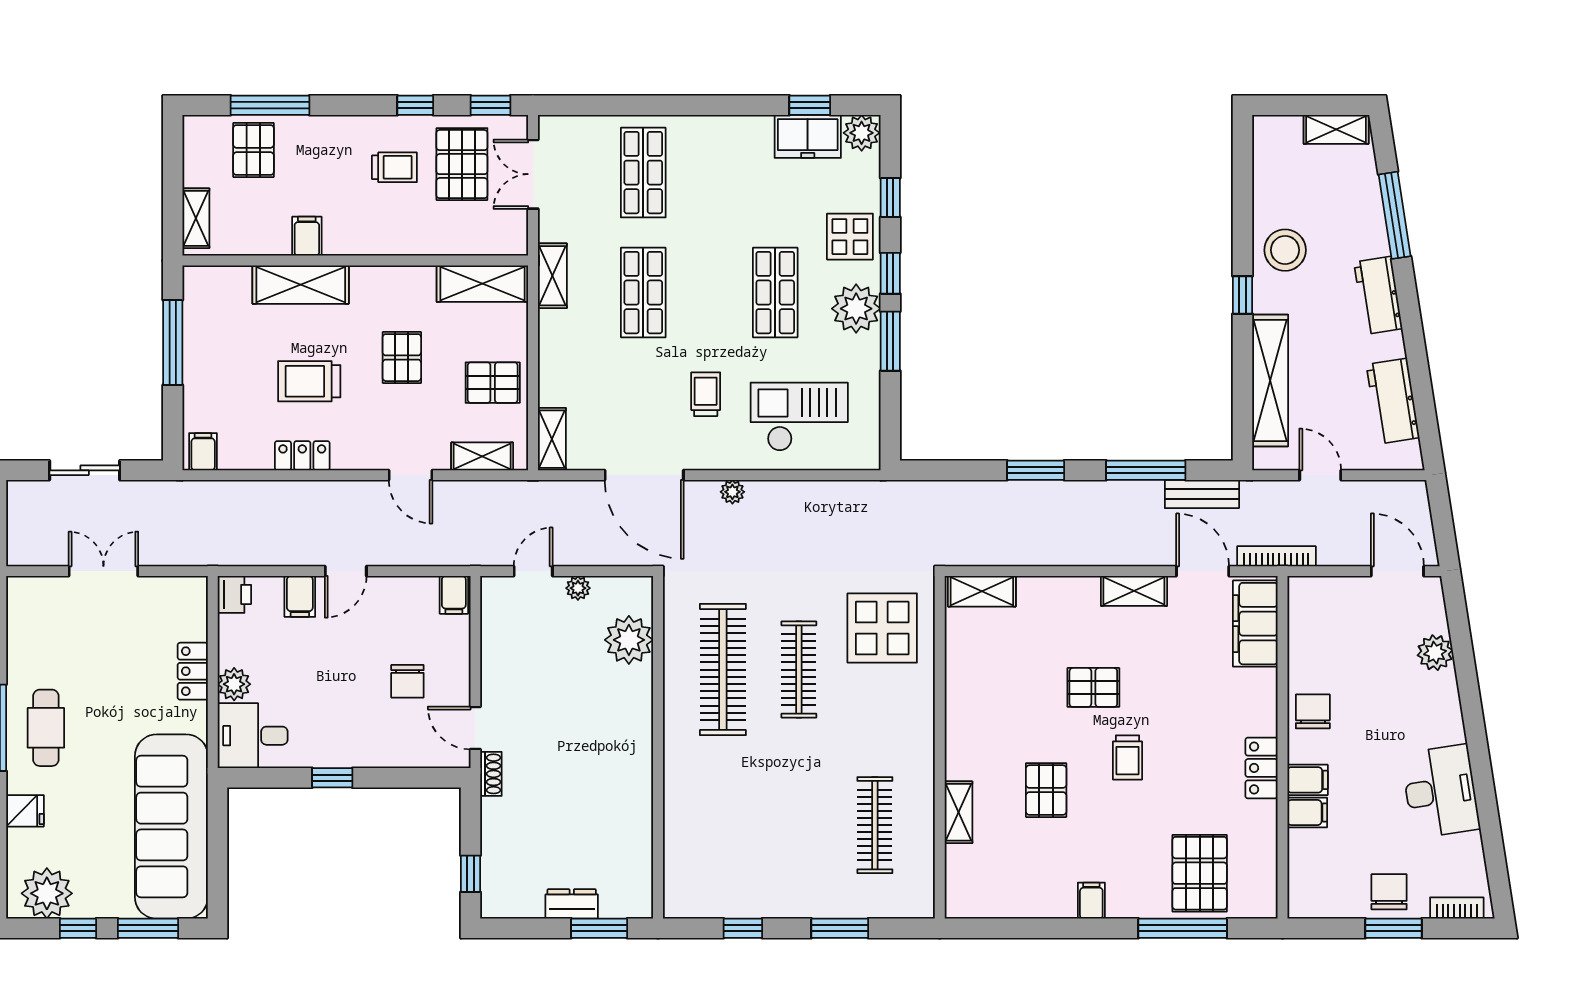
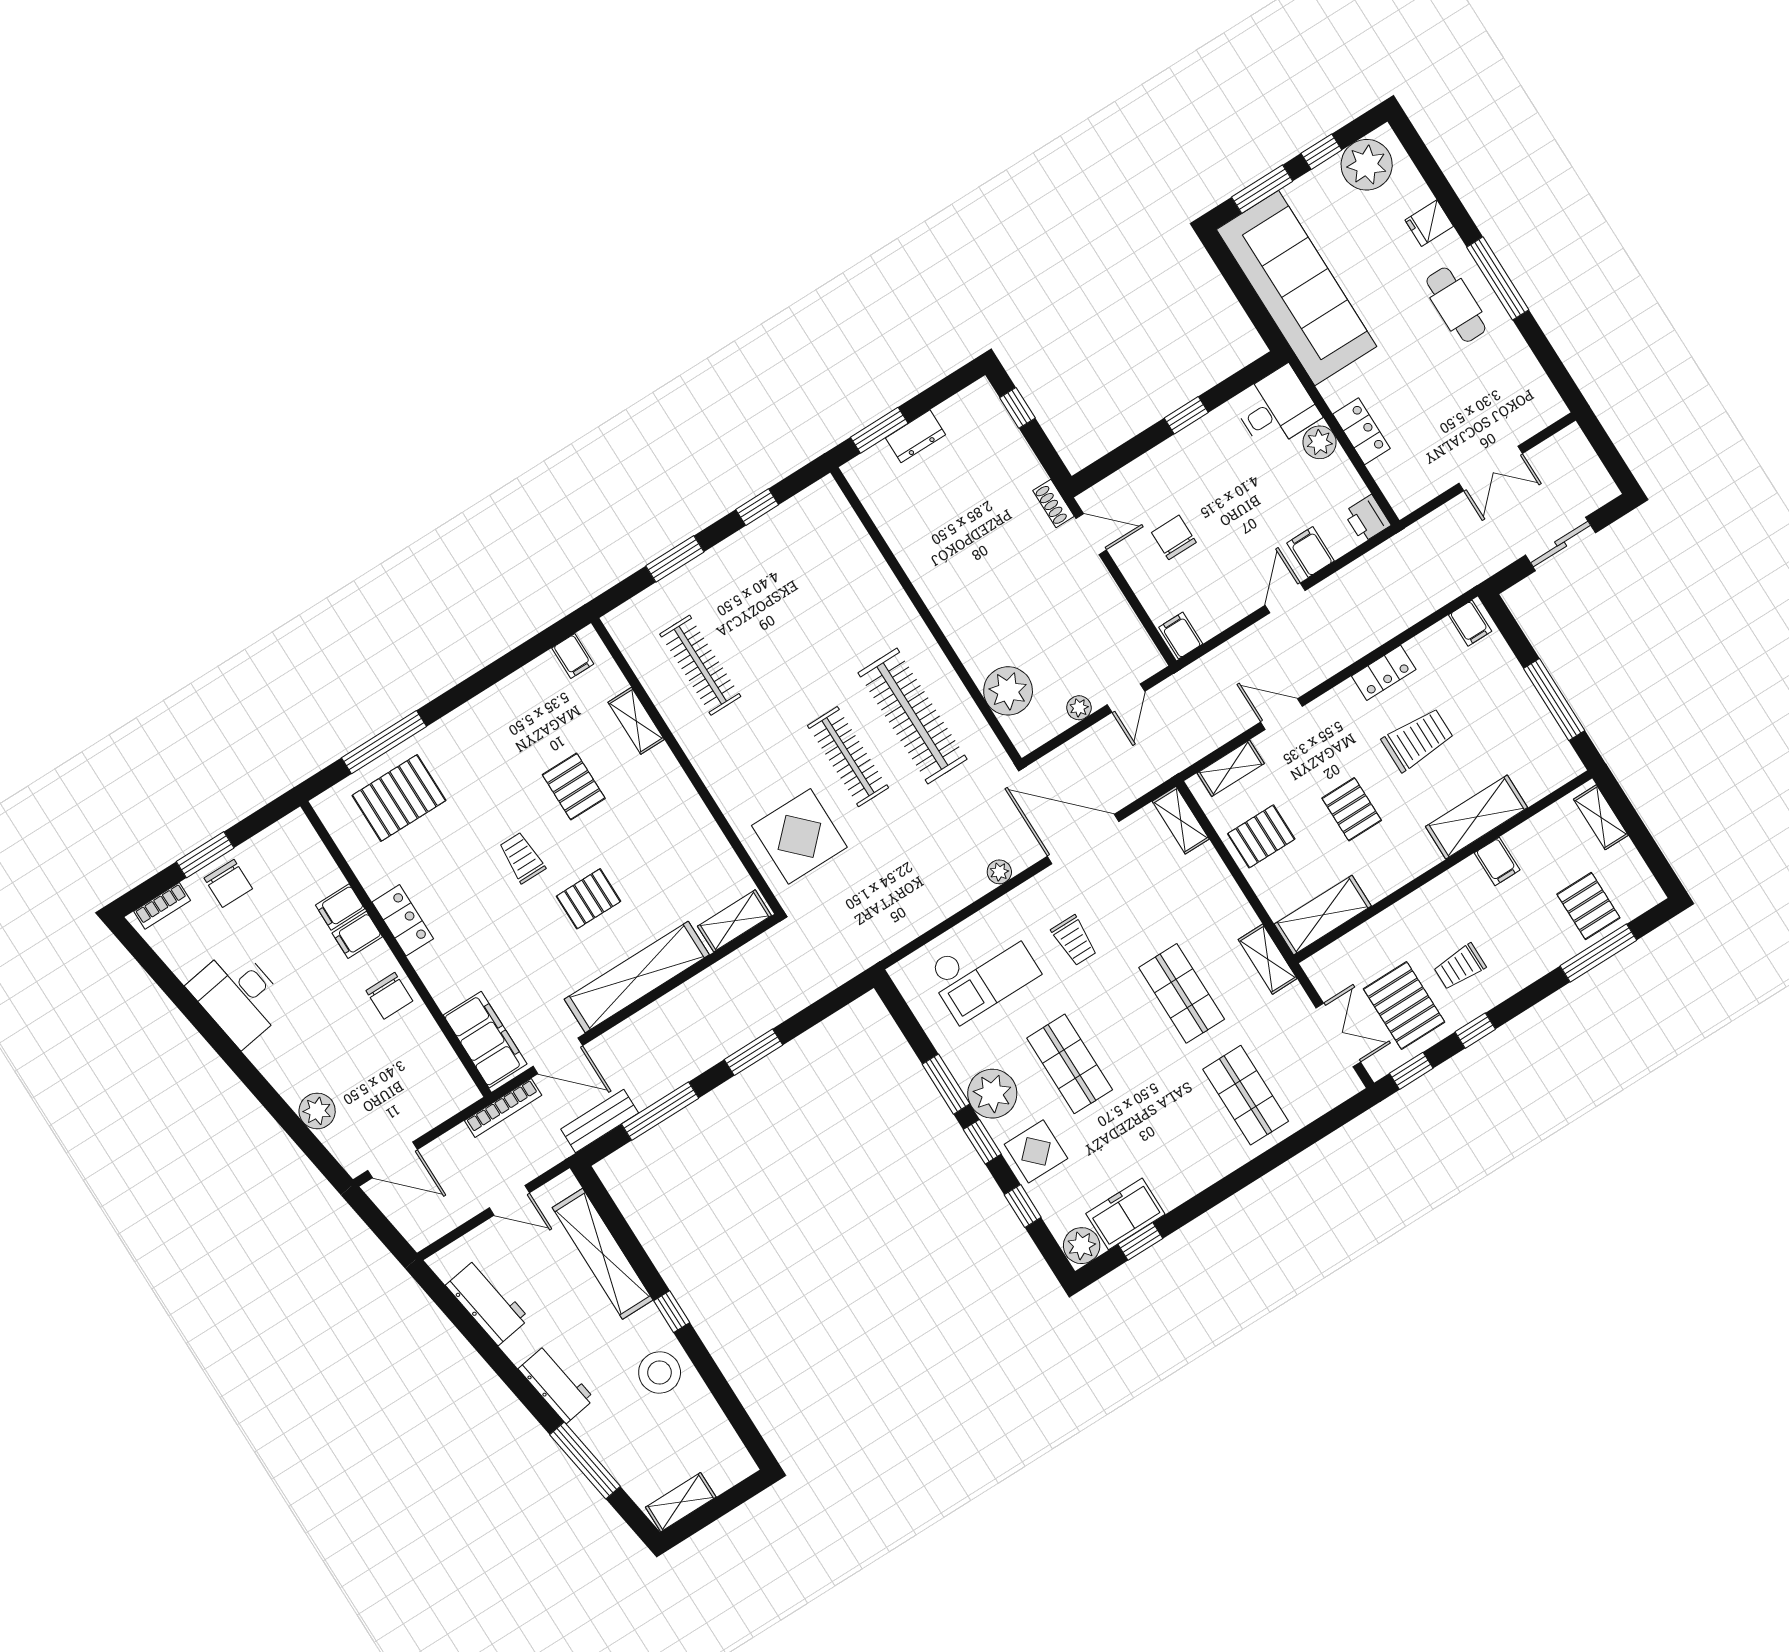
shelving: (1134, 591) -> (637, 977), width x2.20, depth x1.33
pallet: (1200, 873) -> (399, 798), turned 90
filing cabinet: (1091, 901) -> (573, 656), moved

